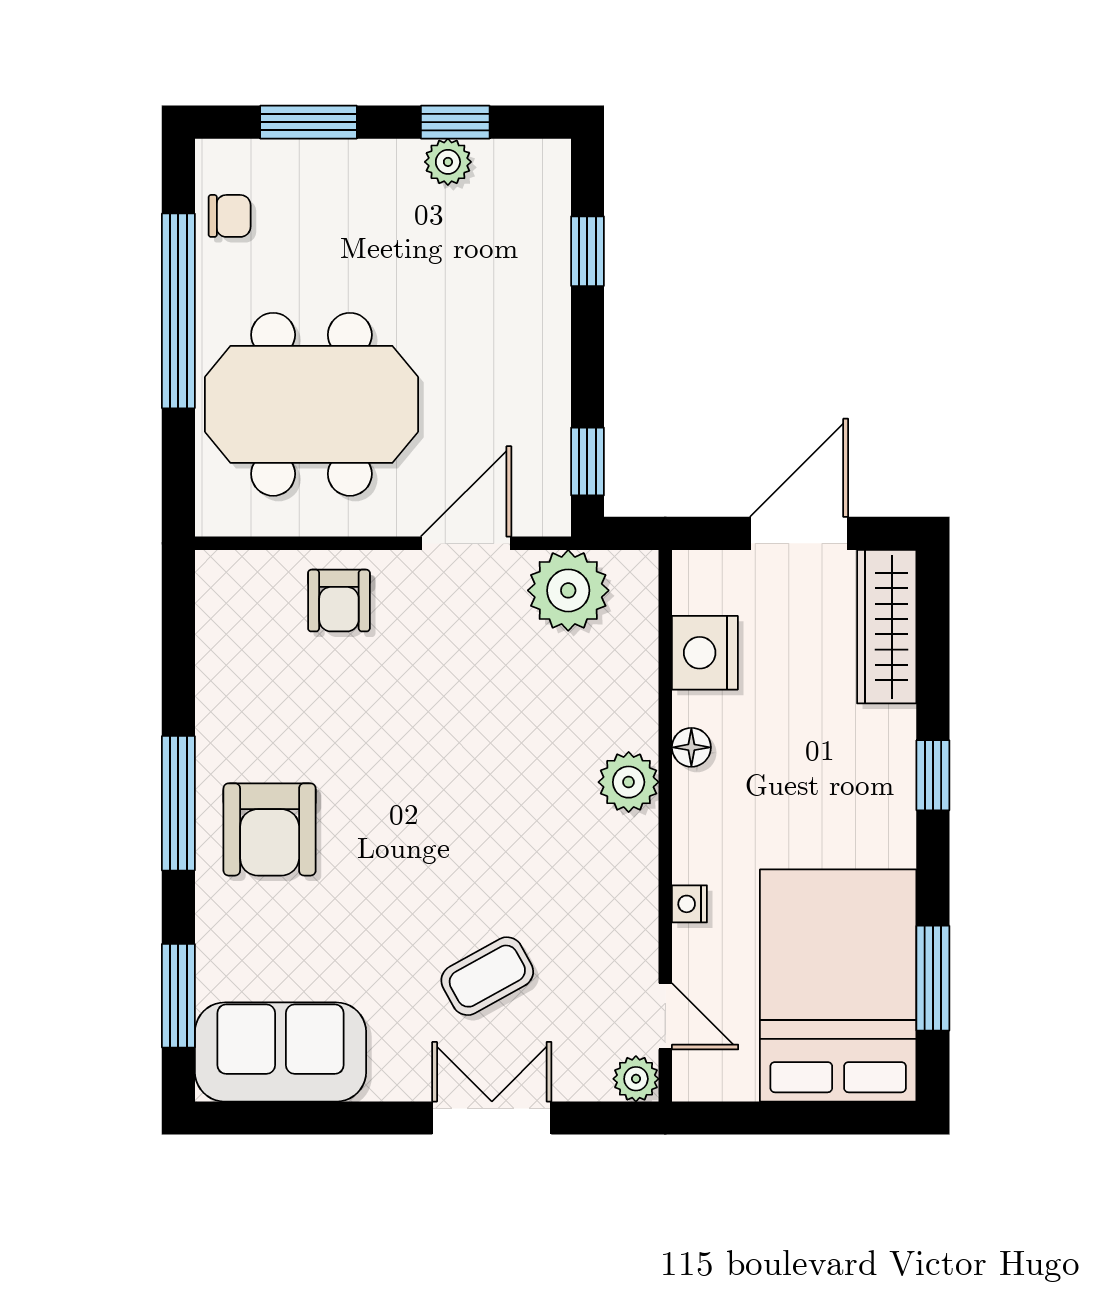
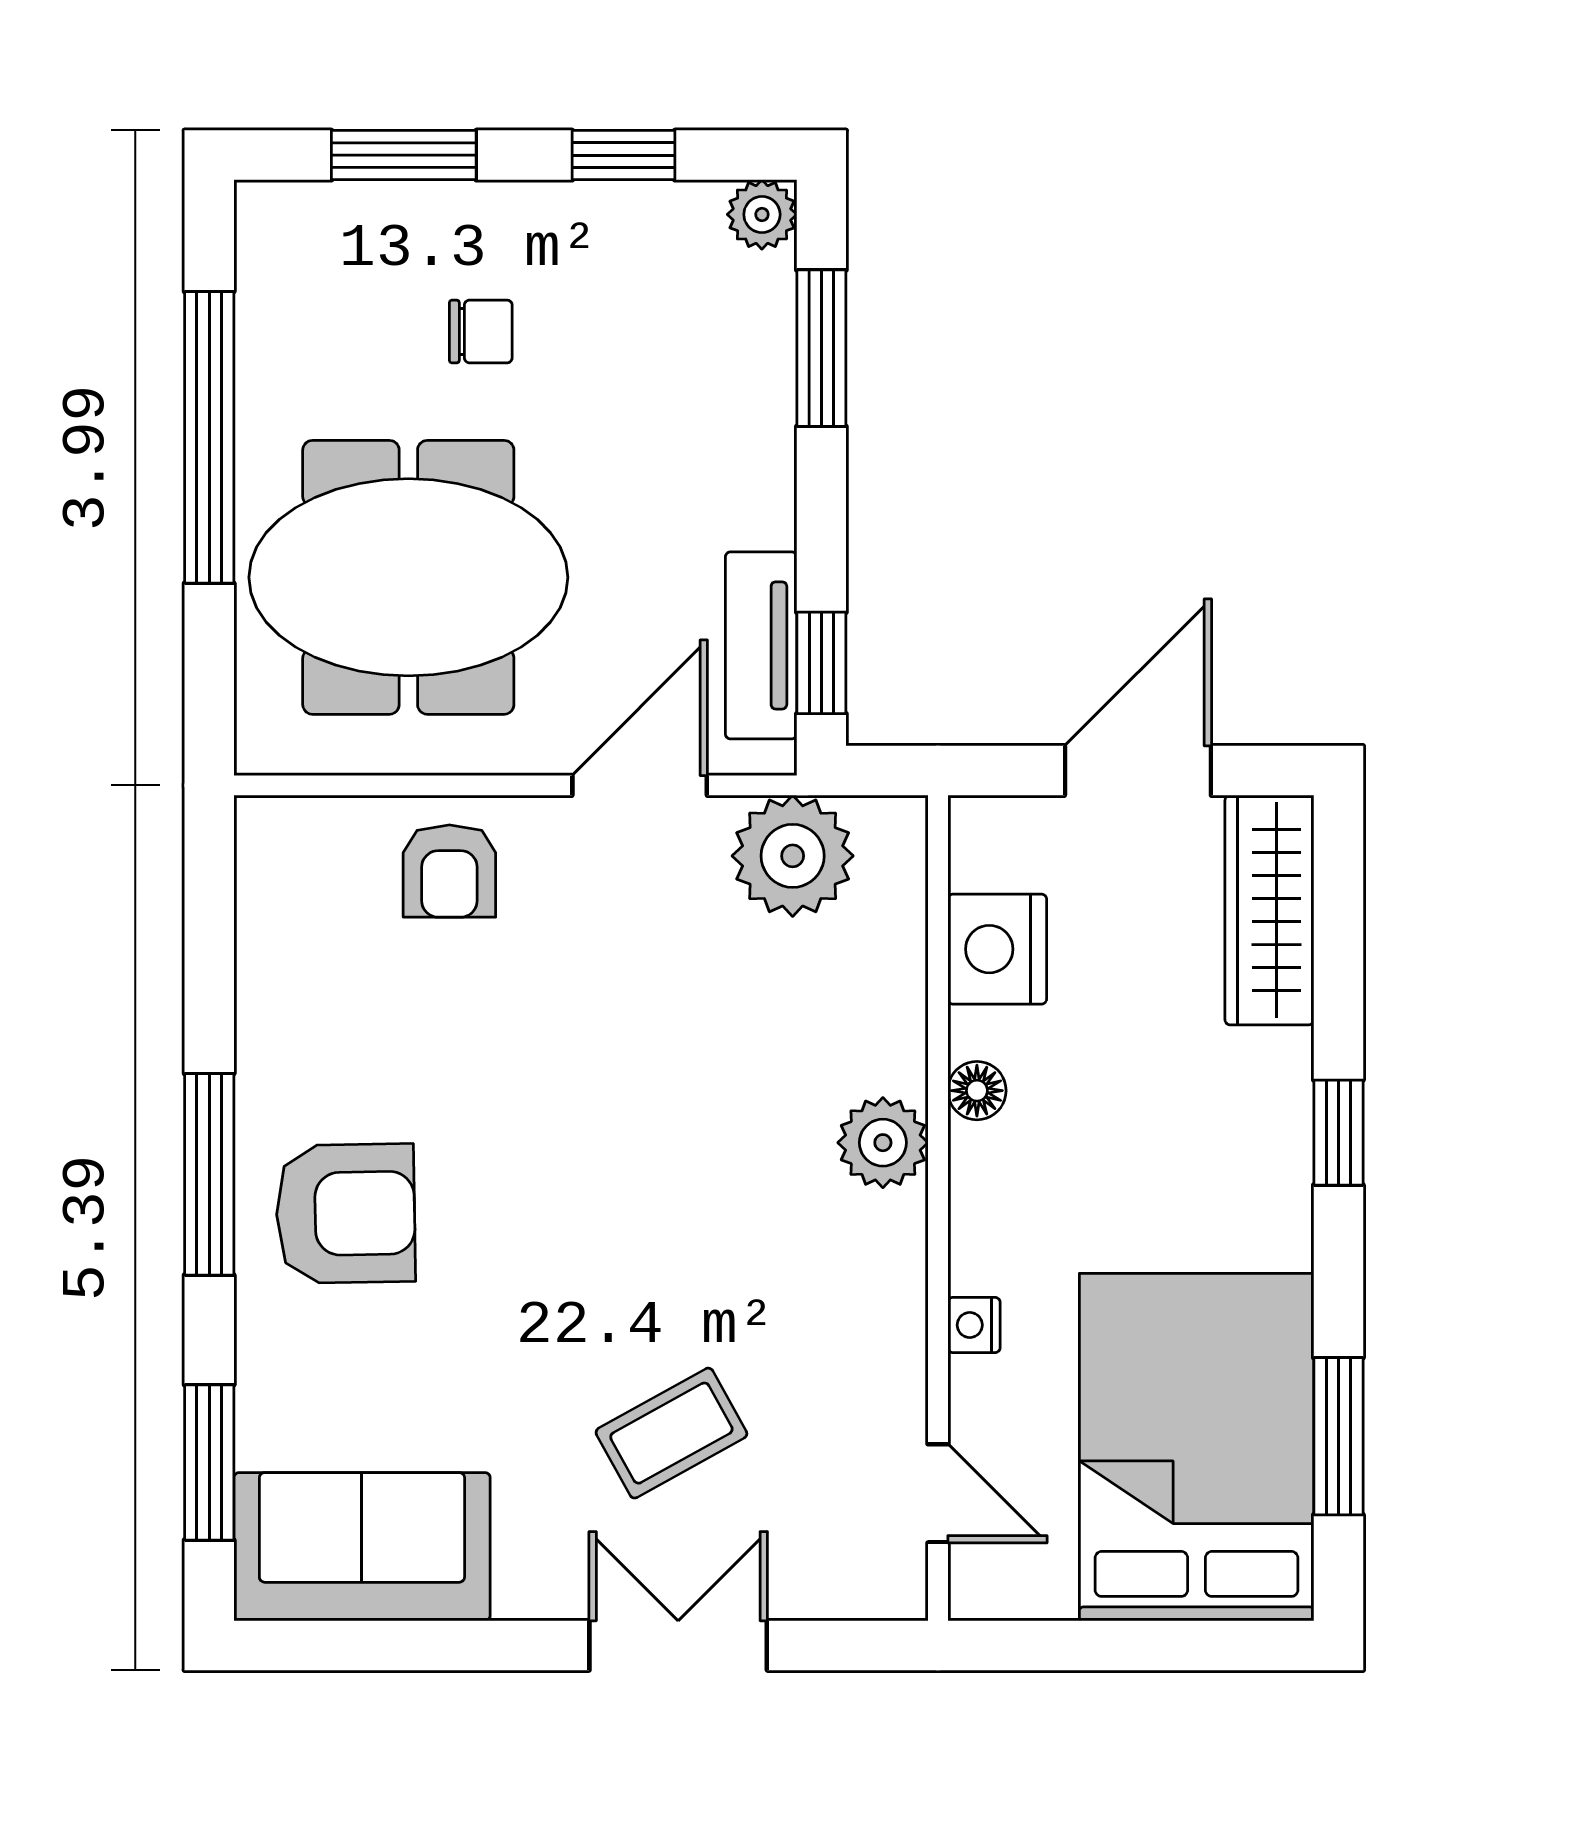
plant: (448, 162) -> (762, 214), moved
chair: (230, 216) -> (481, 331), moved
window: (587, 251) -> (821, 348), width x1.50
tv unit: (547, 450) -> (761, 645), added
armchair: (270, 829) -> (346, 1214), turned -91
plant: (636, 1079) -> (894, 1587), removed

